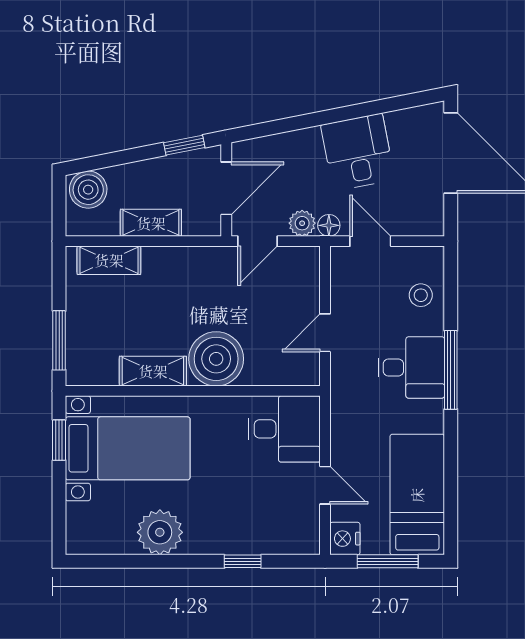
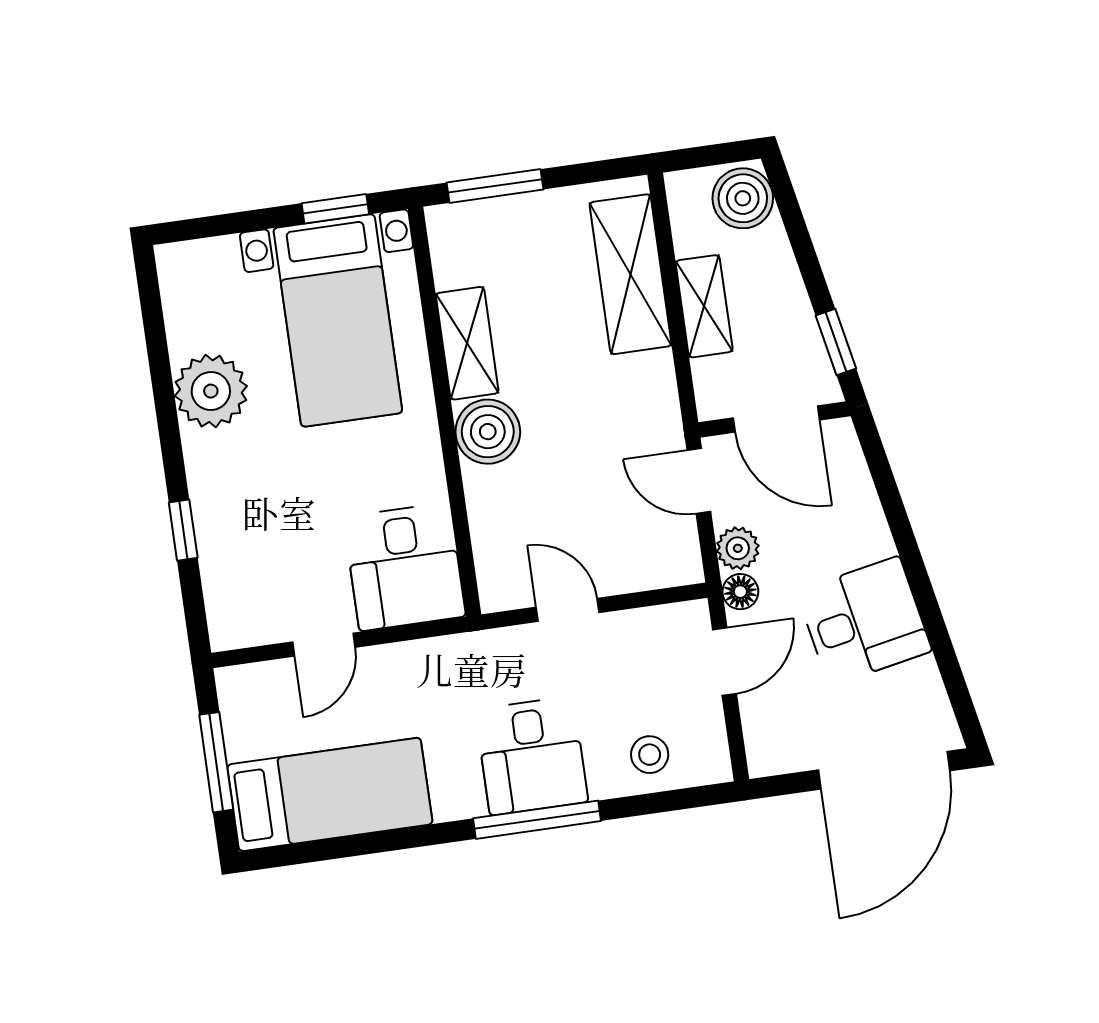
shelving: (109, 260) -> (631, 274), width x1.50, depth x1.33
boiler: (216, 359) -> (488, 432), width x0.73, depth x0.73
nightstand: (345, 539) -> (243, 689), removed

